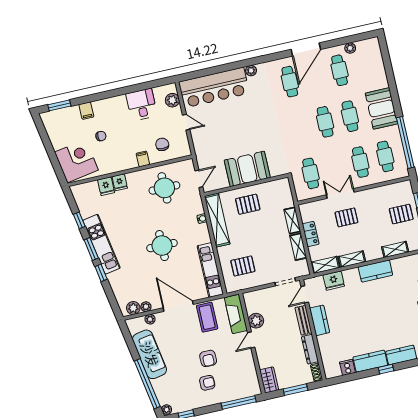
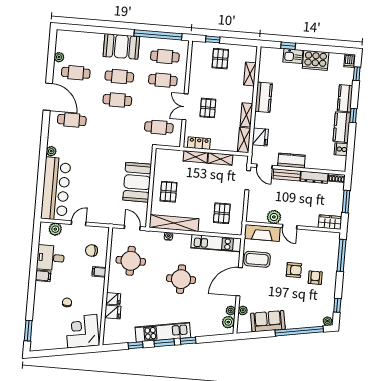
filing cabinet: (86, 111) -> (43, 276), moved
locker: (311, 234) -> (199, 143), moved
sofa: (150, 354) -> (268, 321), width x0.73

